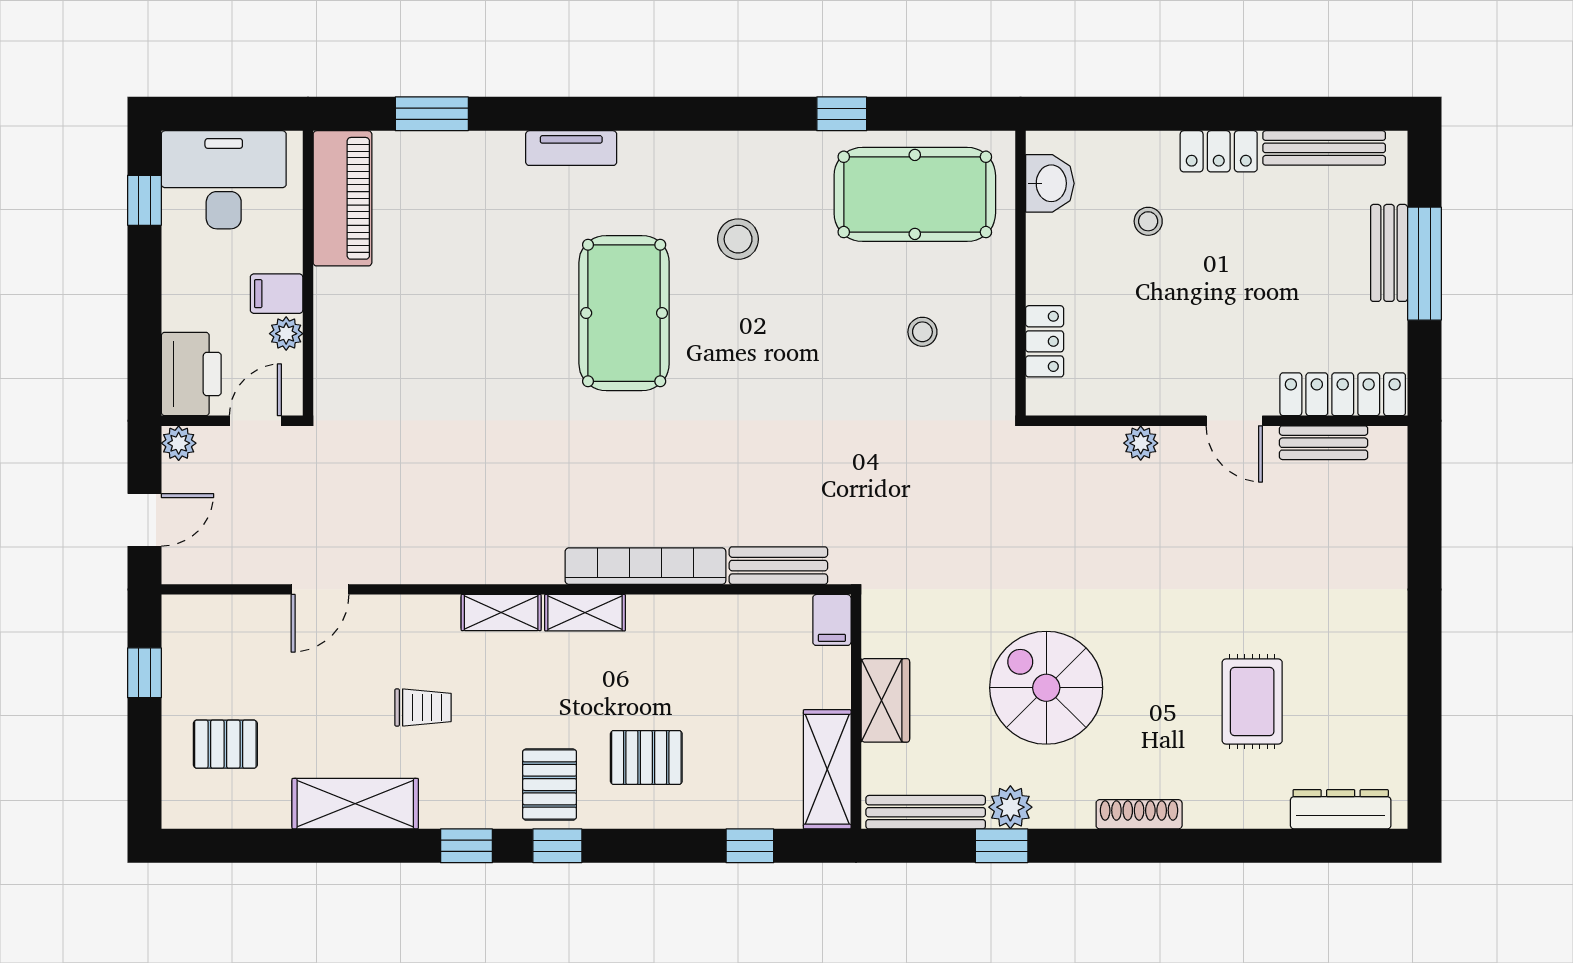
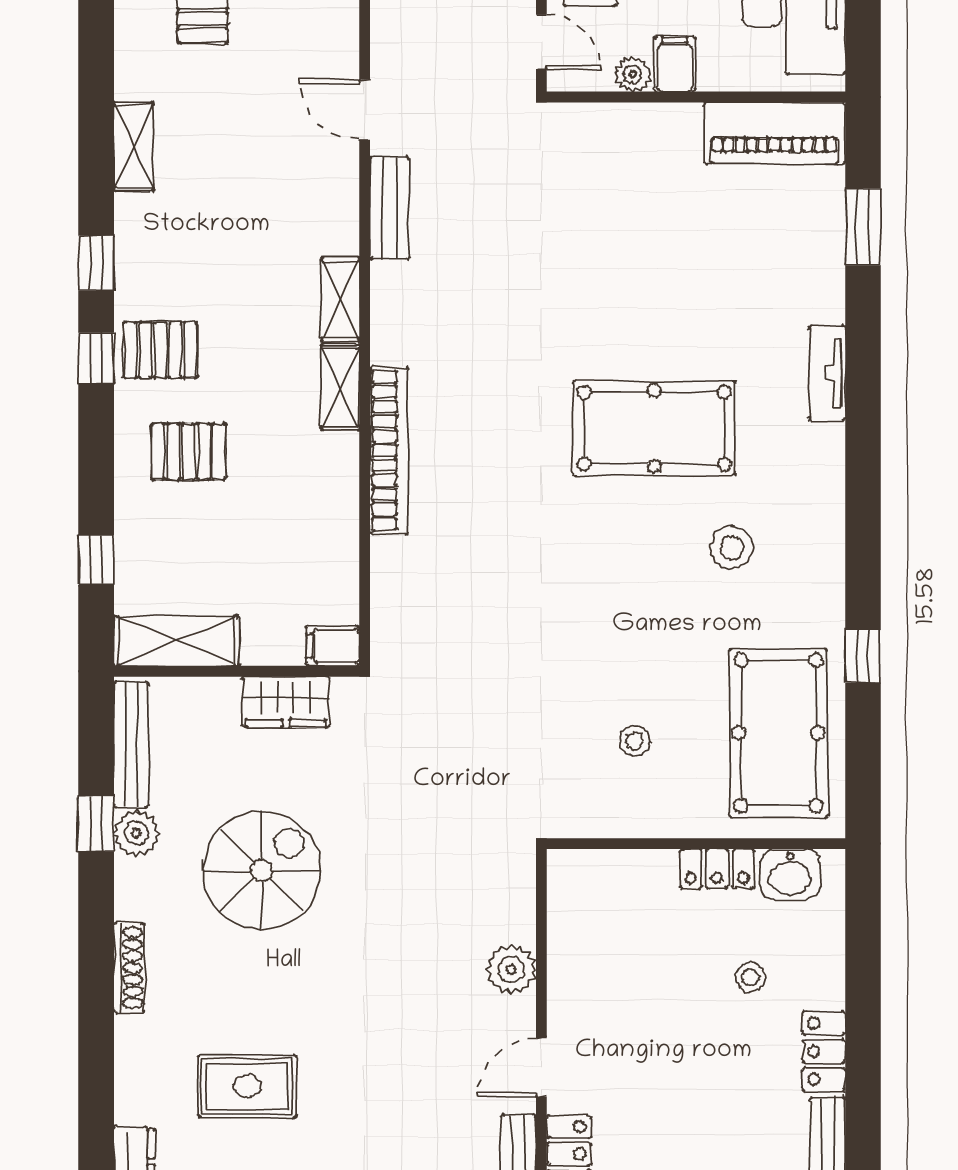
locker: (1045, 341) -> (717, 869), moved
plant: (1141, 443) -> (511, 970), width x1.38, depth x1.38
bench: (778, 566) -> (390, 208), moved
wardrobe: (885, 700) -> (286, 702), moved
trolley: (423, 707) -> (241, 218), removed
pallet: (646, 757) -> (189, 451), turned 90
shelving: (355, 804) -> (134, 147), width x0.67, depth x0.75

